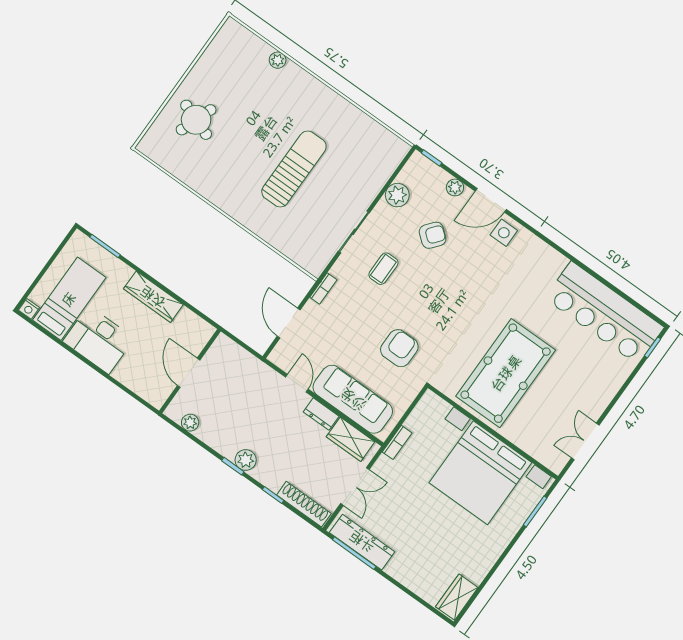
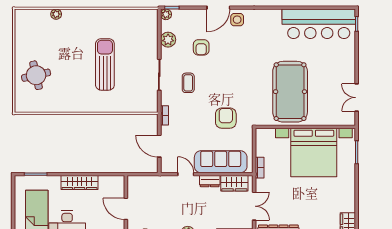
round table: (196, 120) -> (36, 75), turned -33
plant: (455, 187) -> (166, 14), moved
armchair: (433, 235) -> (201, 47), turned 141

